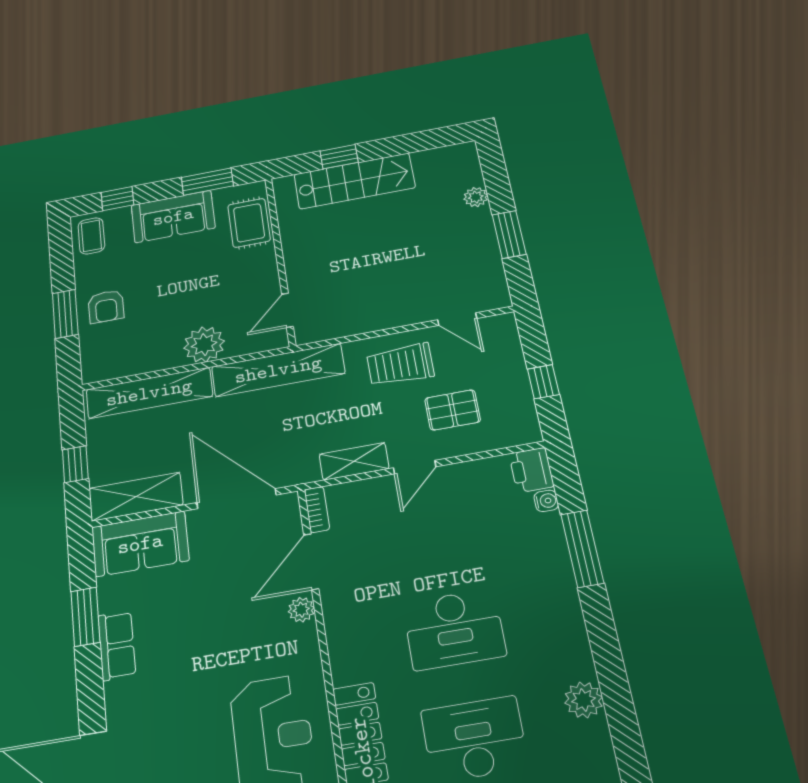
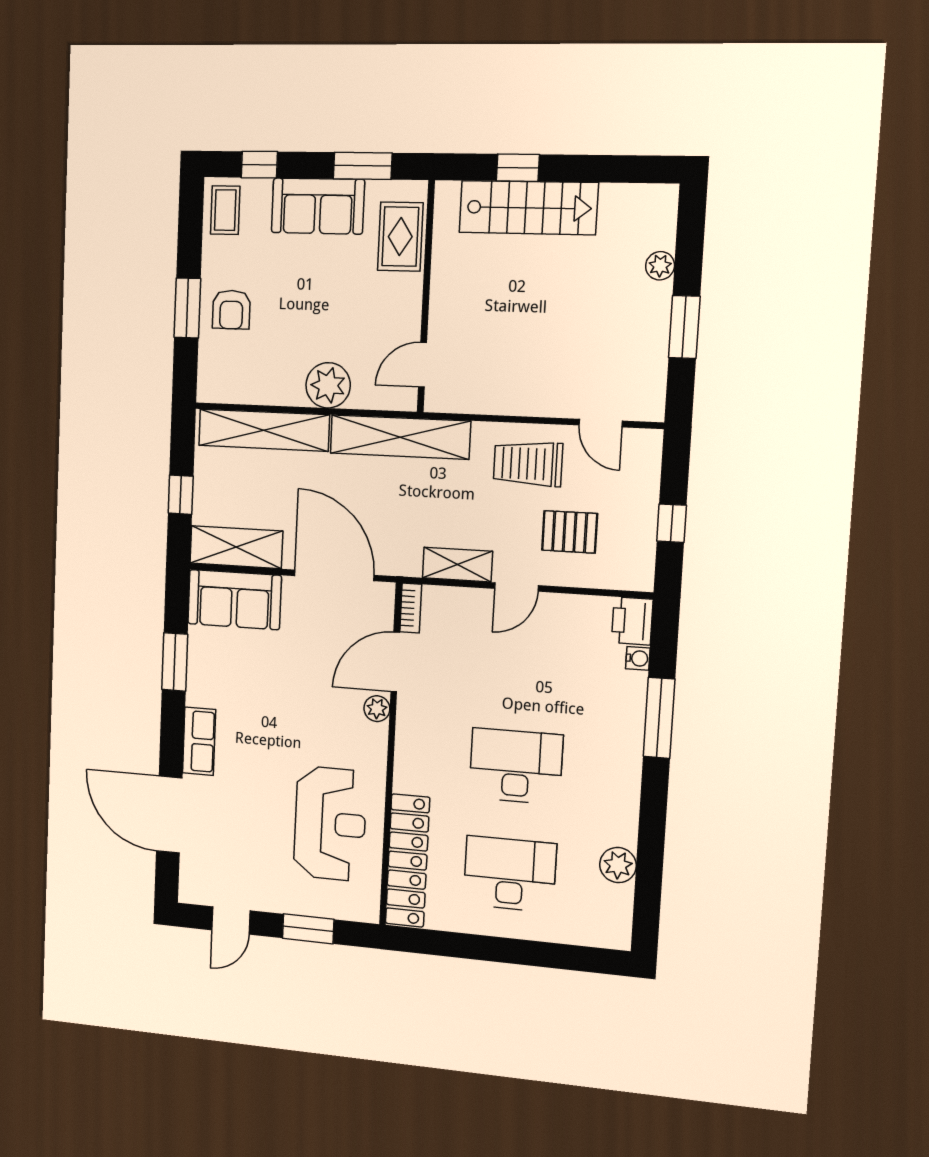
desk: (454, 629) -> (516, 766), turned 180
row of seats: (117, 646) -> (199, 741), moved

